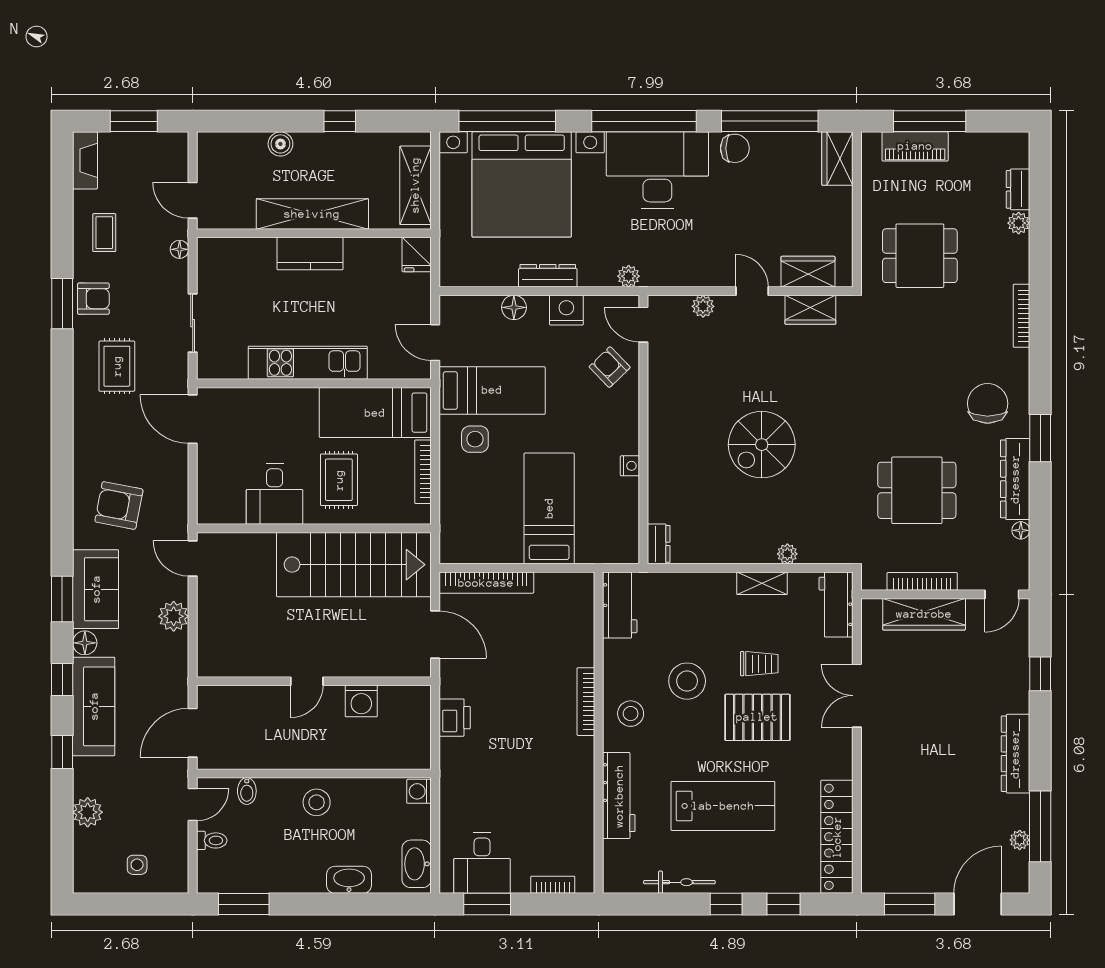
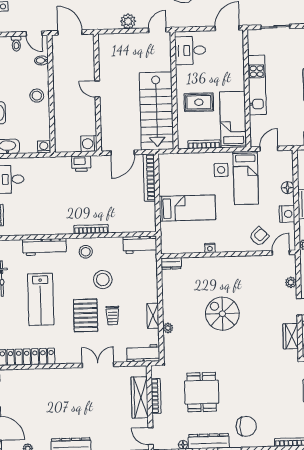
desk: (275, 494) -> (190, 50), moved
washing machine: (361, 701) -> (89, 144), moved

